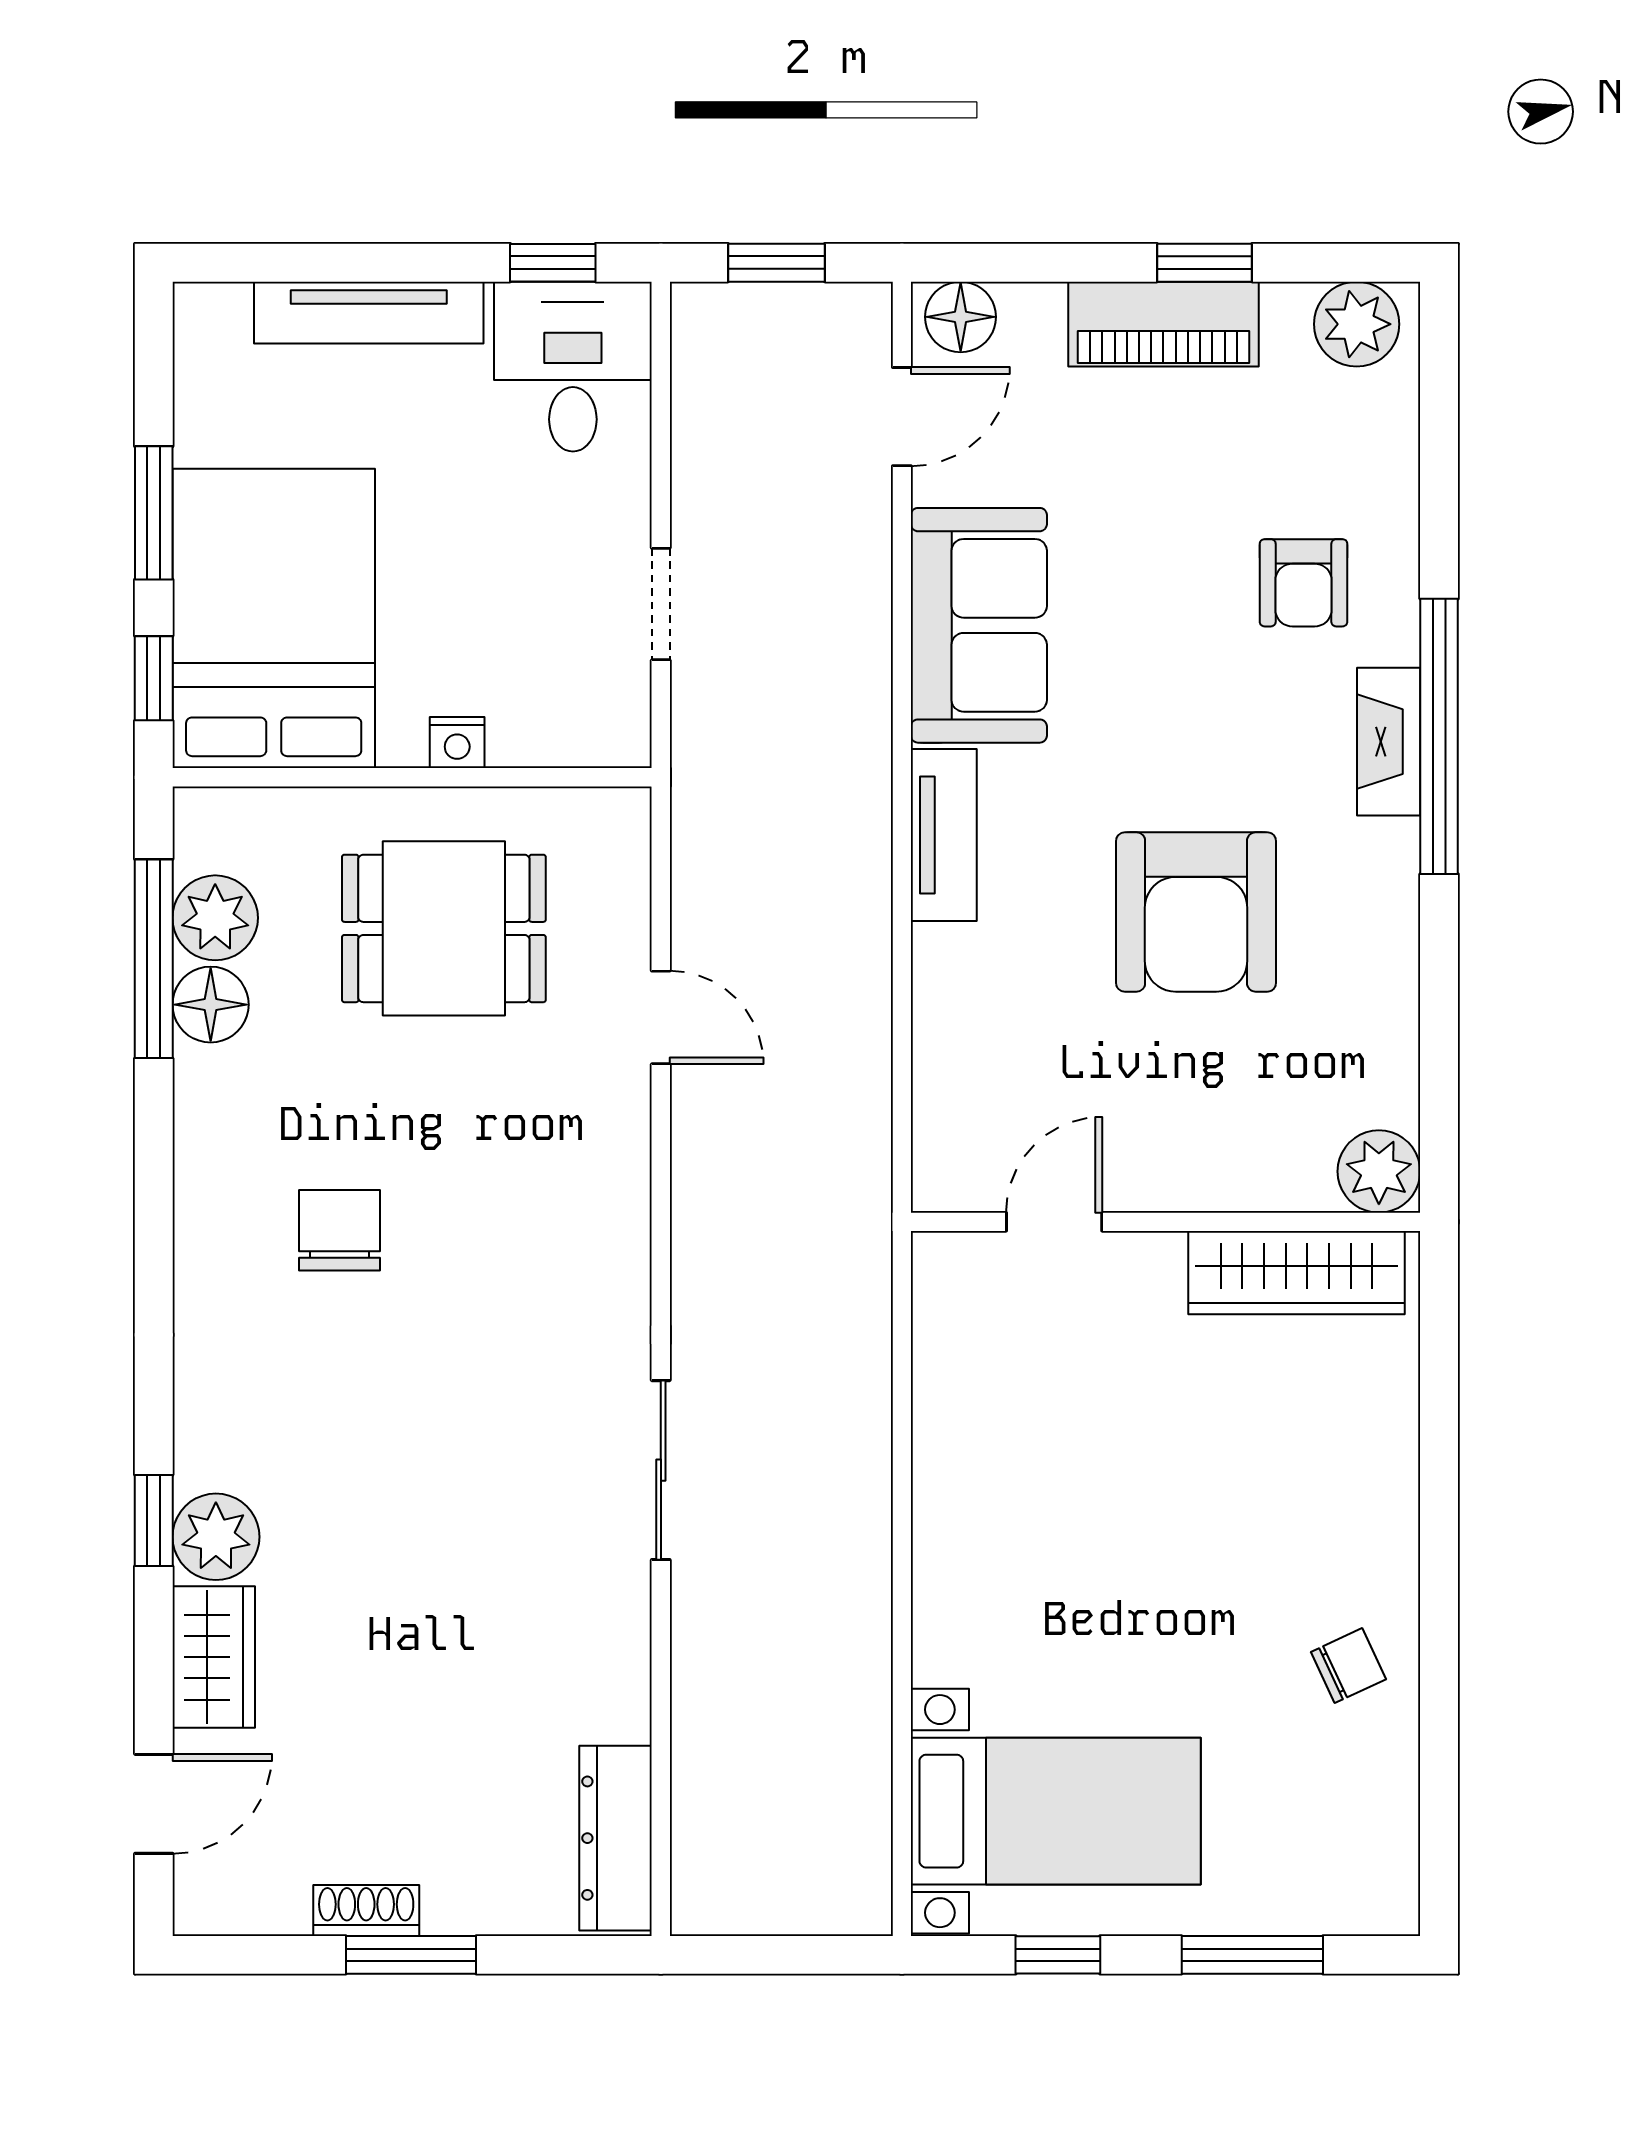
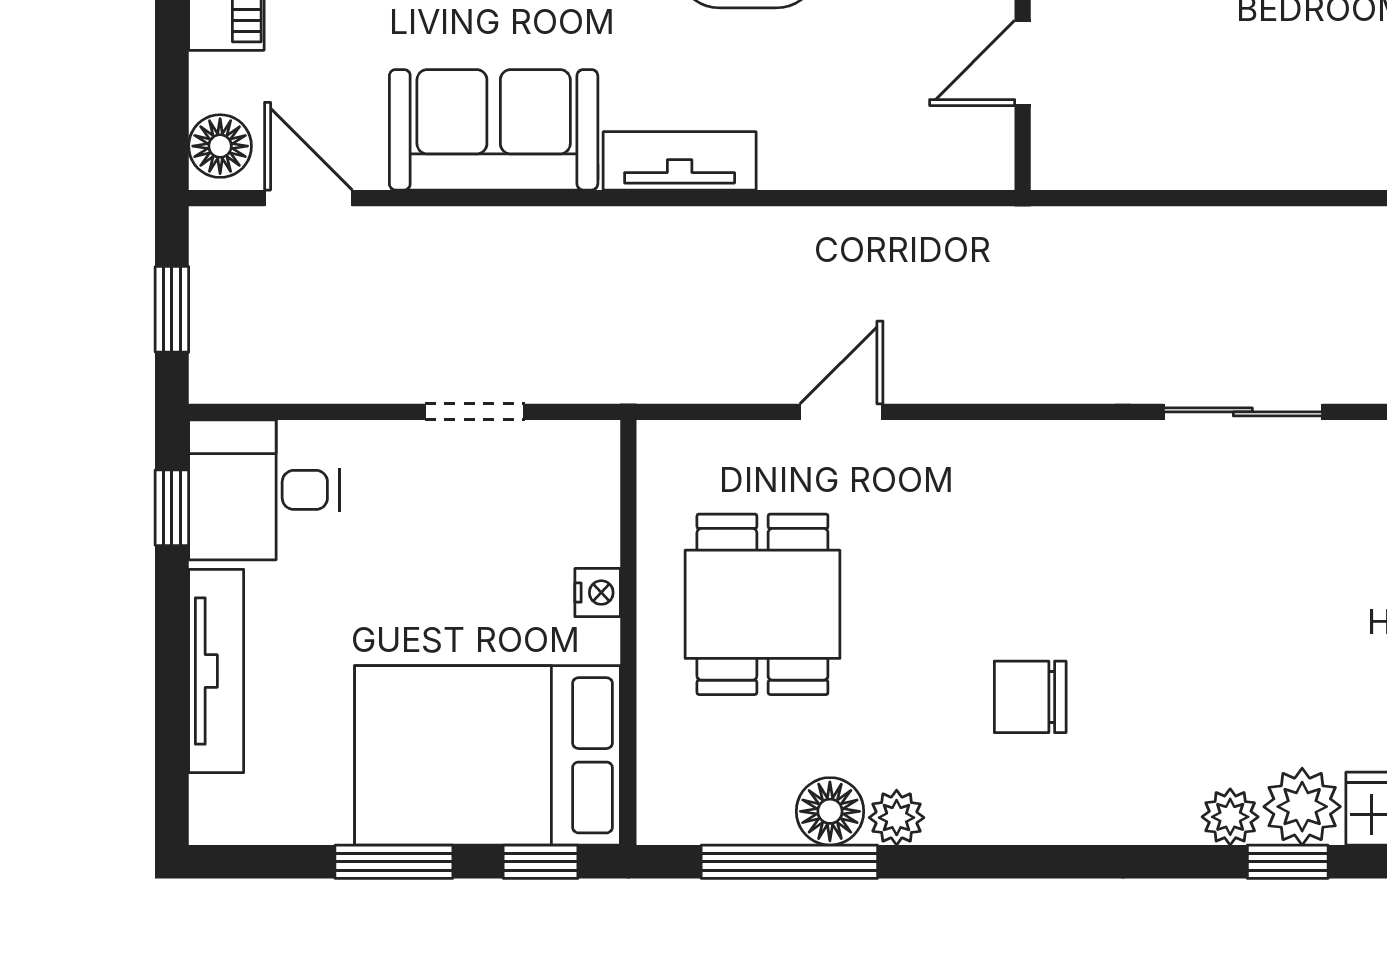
plant: (215, 918) -> (897, 818), moved, width x0.73, depth x0.73
door: (1054, 1222) -> (1023, 63), hinge flipped
plant: (204, 1456) -> (1230, 817), added

